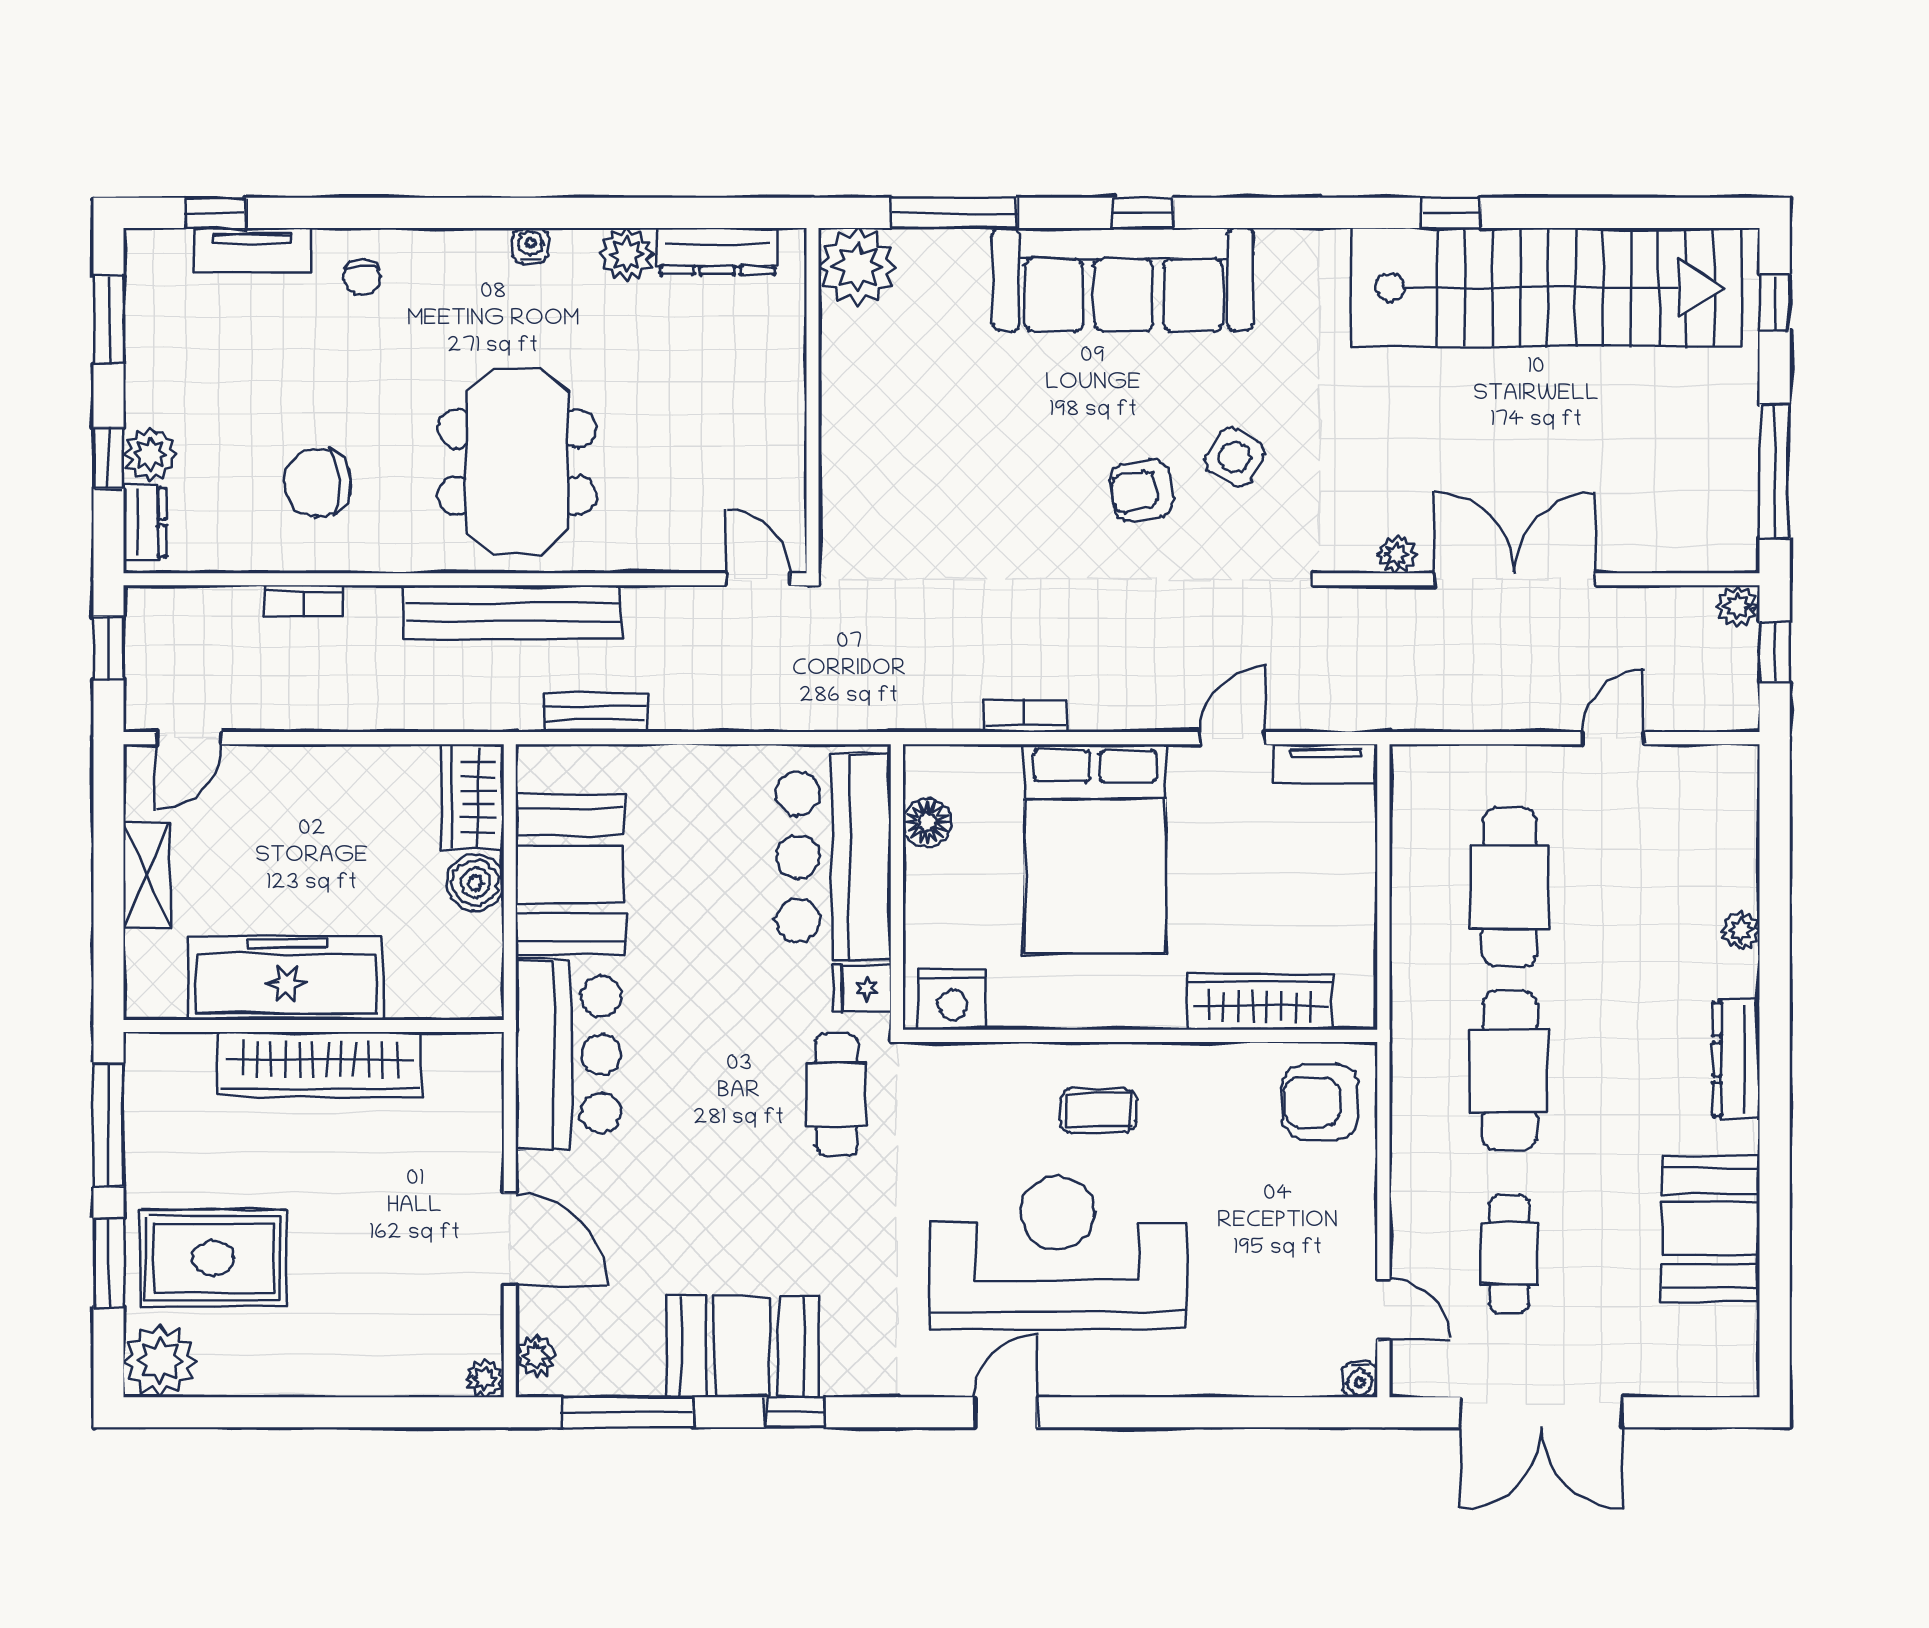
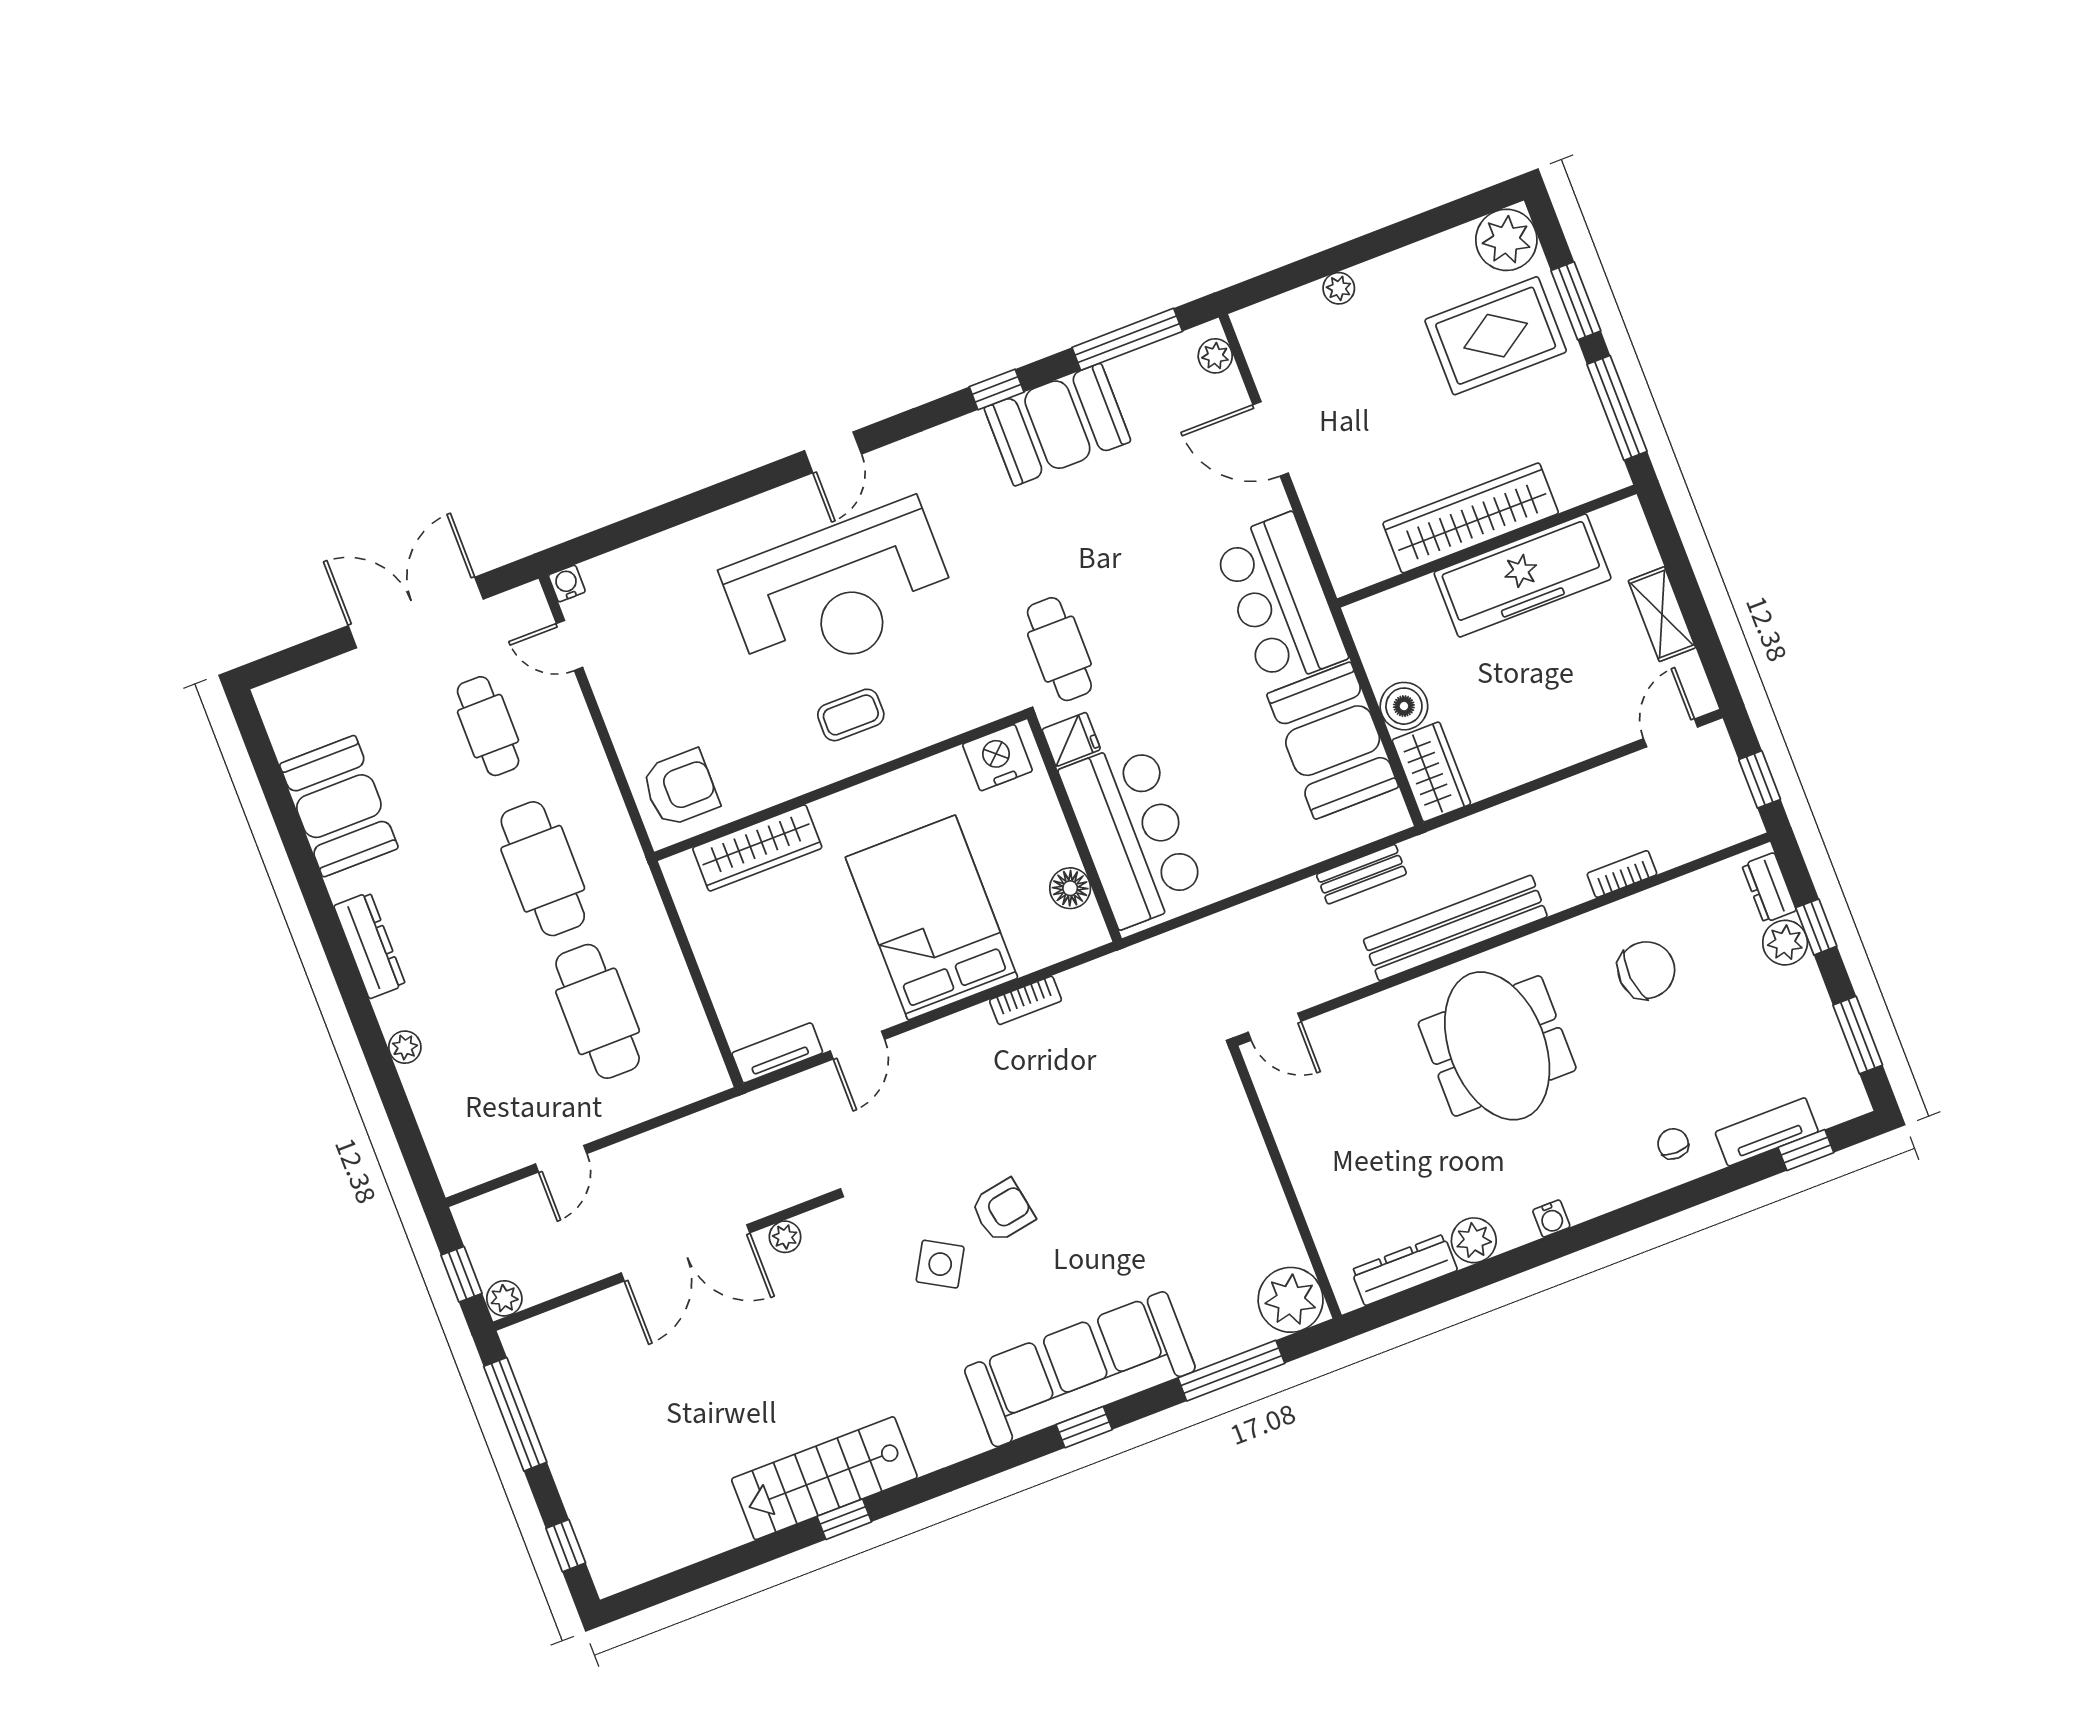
stairs: (1546, 287) -> (824, 1478), width x0.54, depth x0.66
plant: (485, 1379) -> (1339, 288), moved

